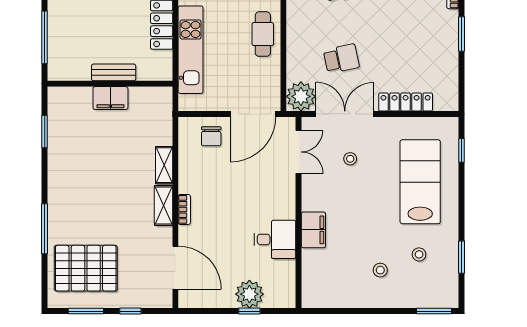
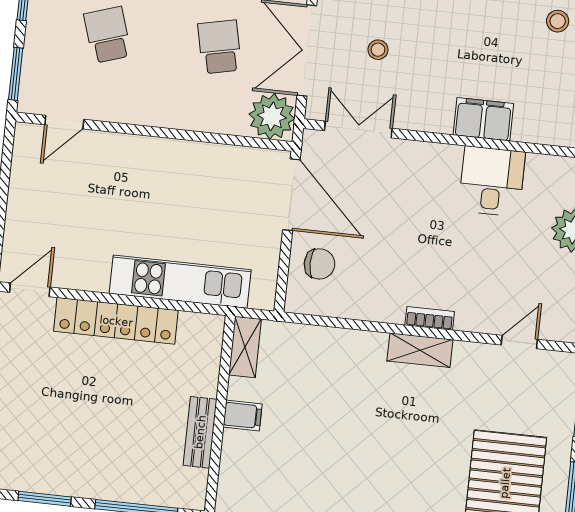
cafe table: (263, 34) -> (168, 166), removed
bench: (114, 72) -> (200, 432), moved
filing cabinet: (110, 98) -> (243, 415), width x0.50
shelving: (164, 165) -> (245, 347), moved, turned 90
door: (175, 268) -> (519, 342), width x0.53

